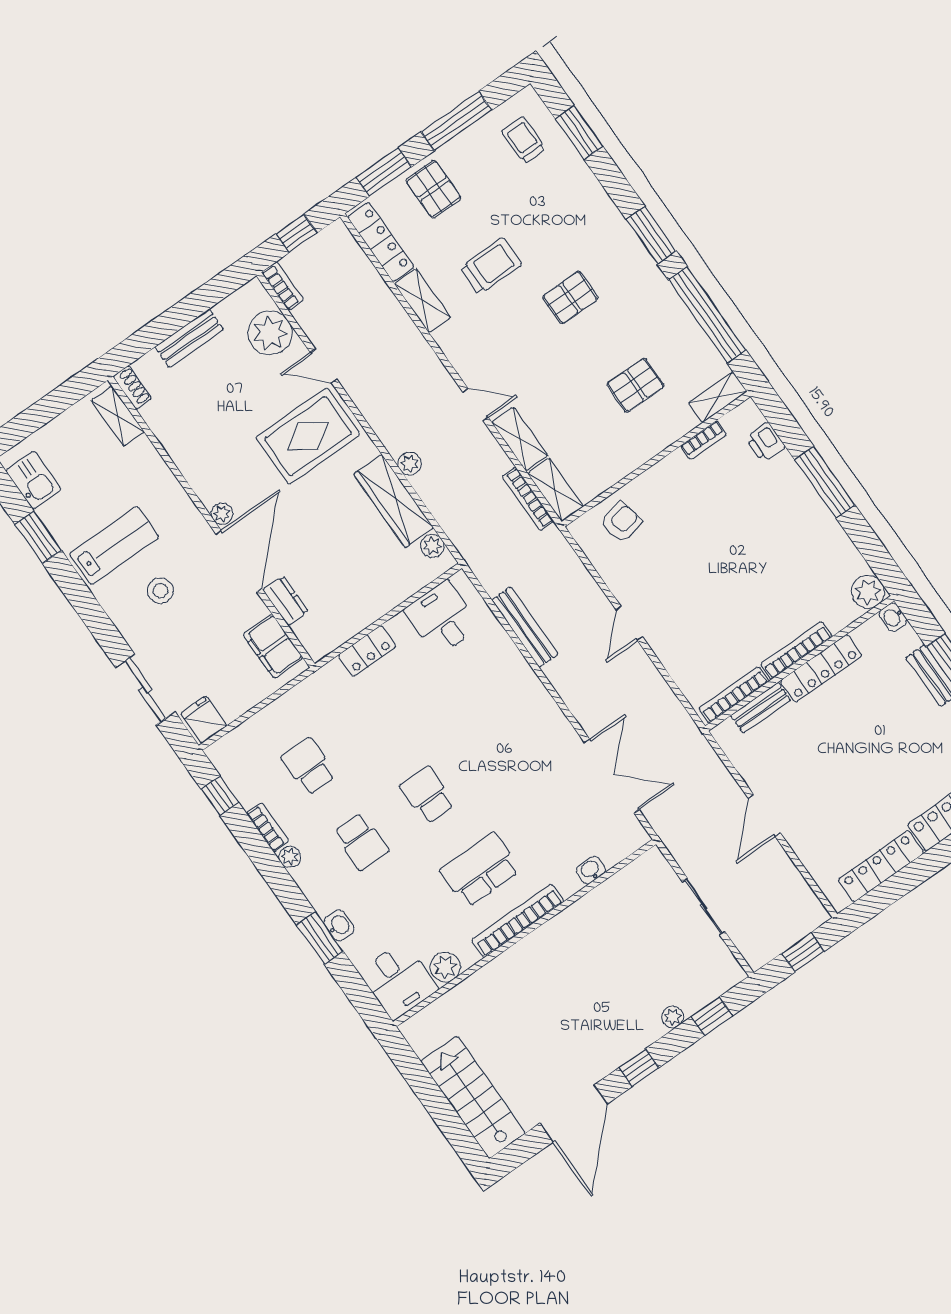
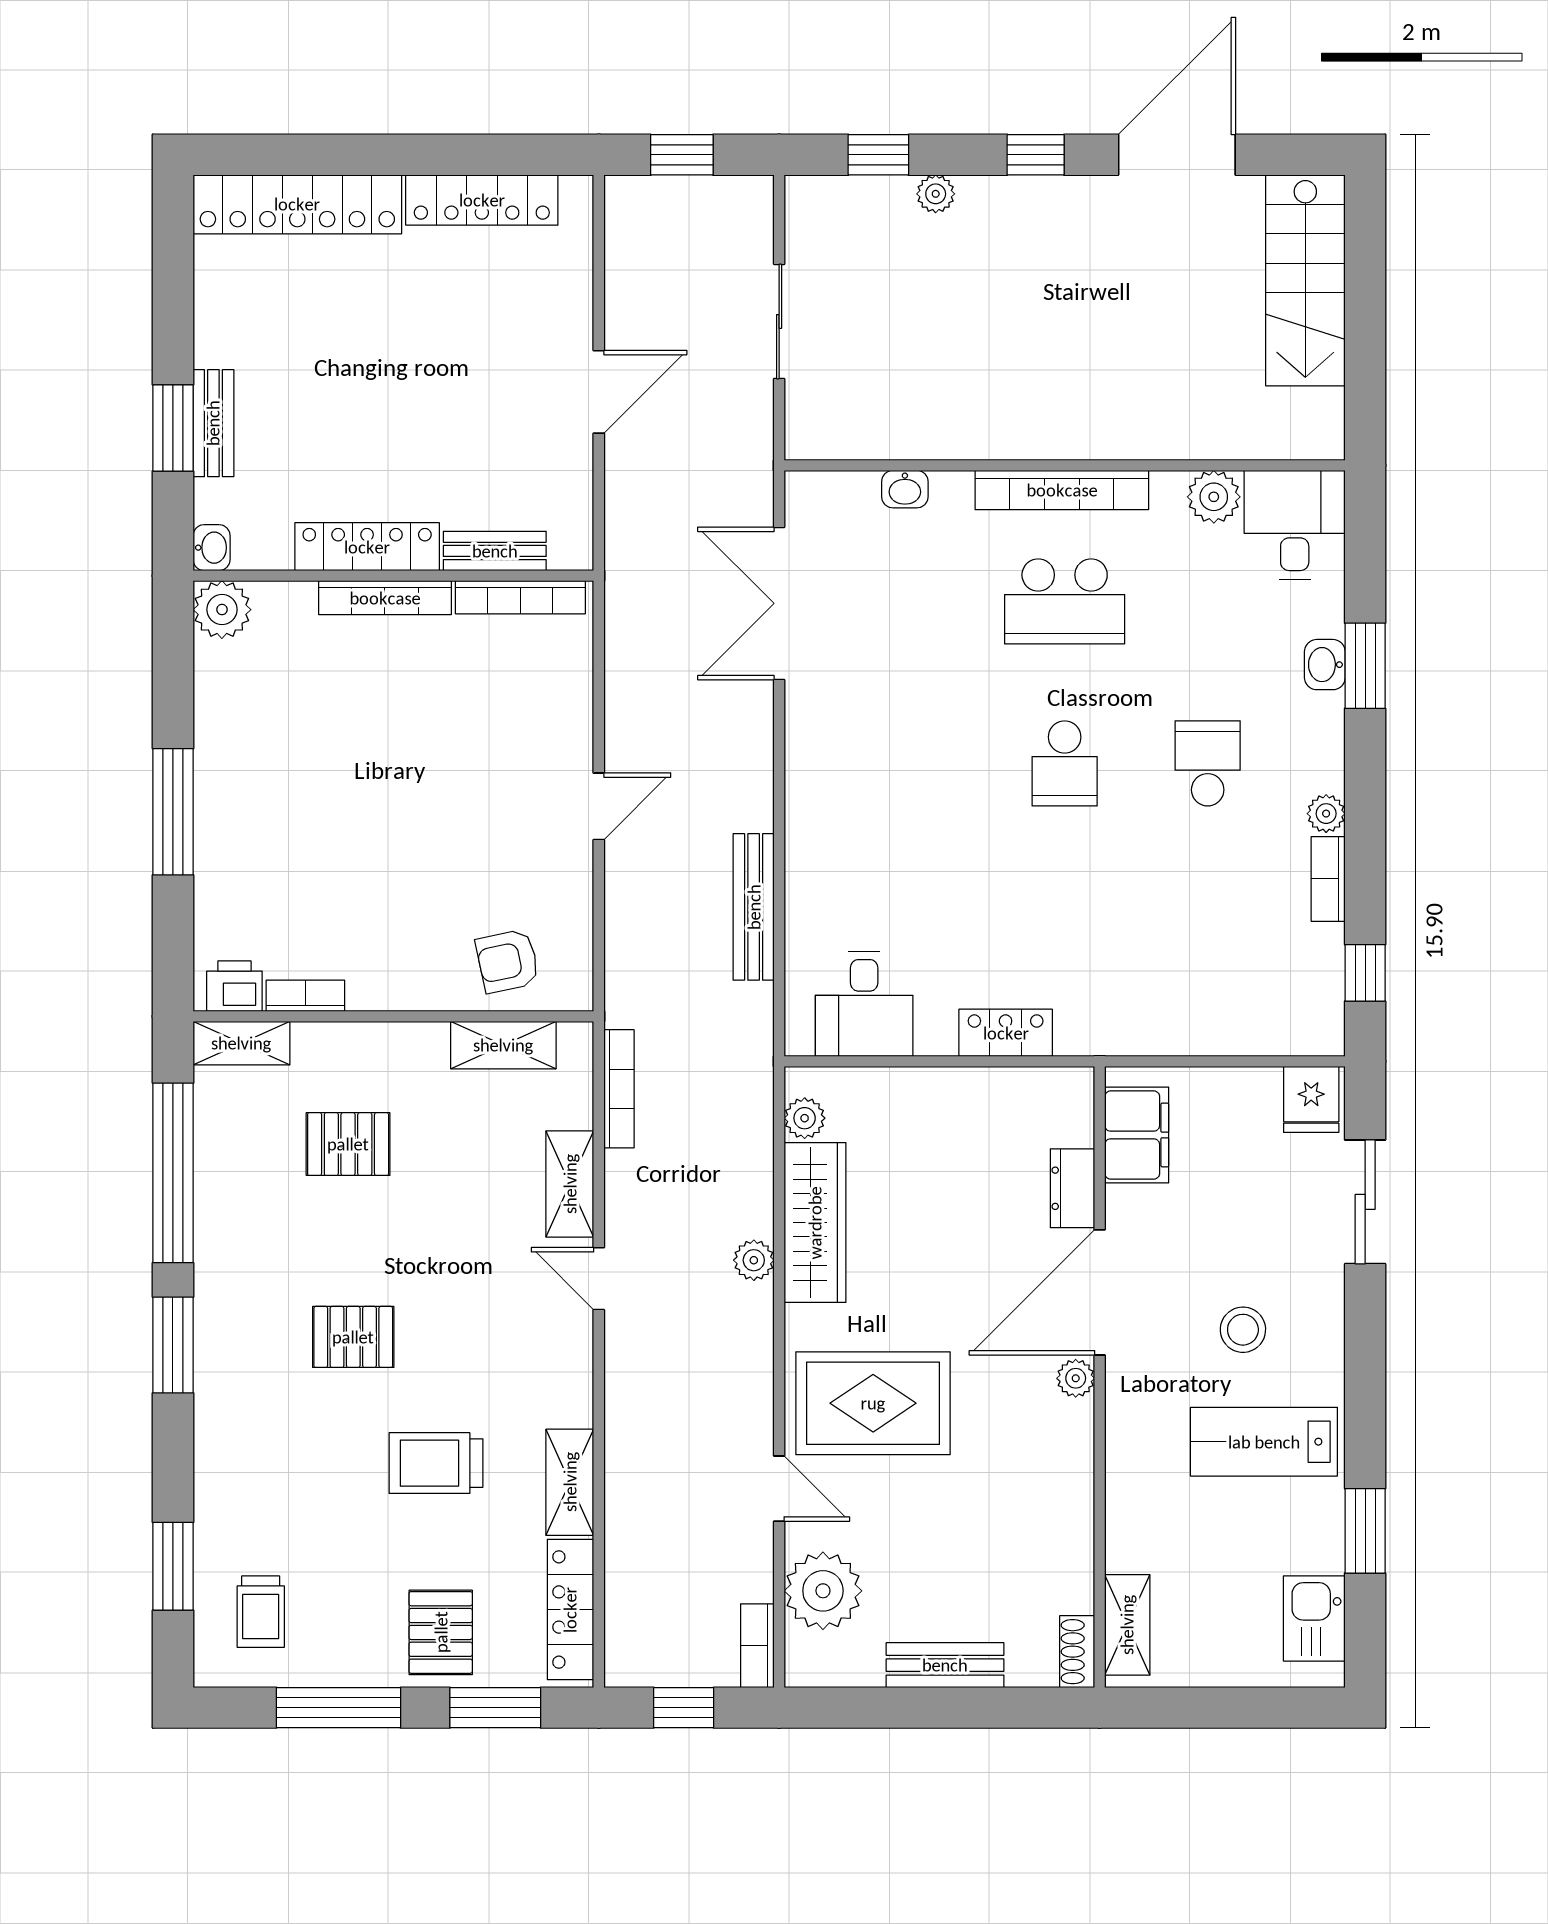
printer: (765, 442) -> (234, 986), moved, turned -90
shelving: (555, 490) -> (503, 1045), moved, turned 90
school desk: (308, 766) -> (1208, 925), removed

